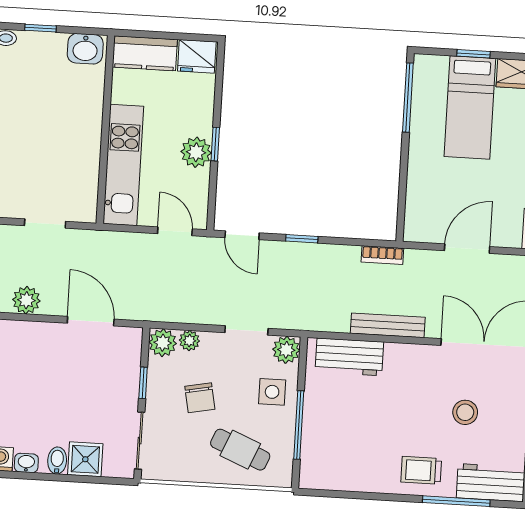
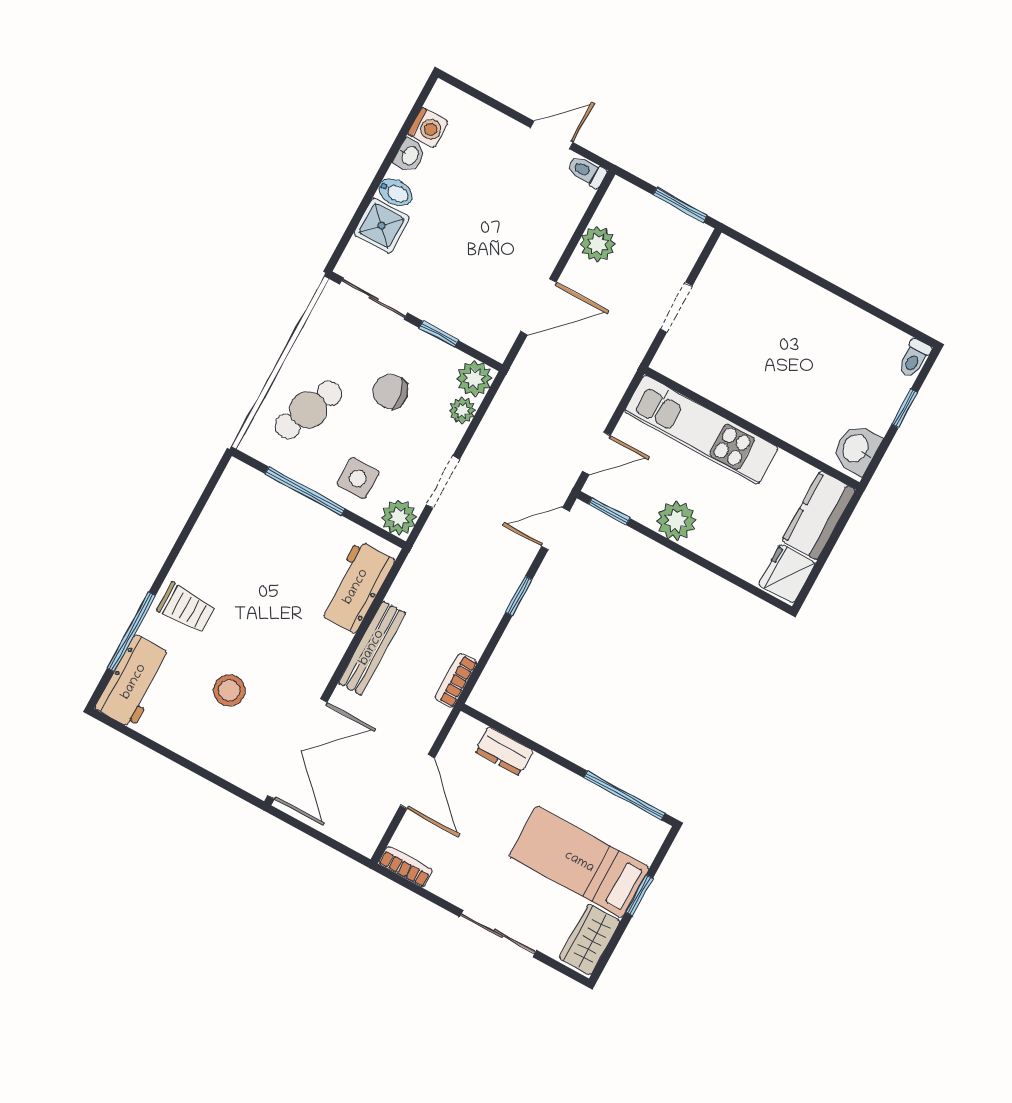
window: (215, 144) -> (609, 511), moved
dresser: (417, 197) -> (504, 751), added
trolley: (421, 470) -> (186, 608), turned 90

